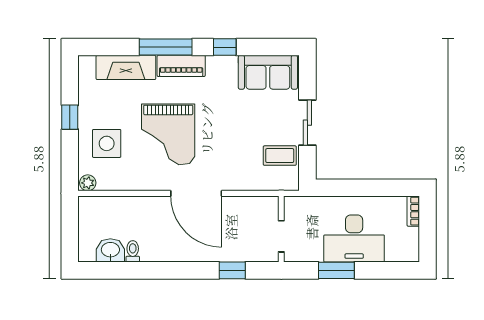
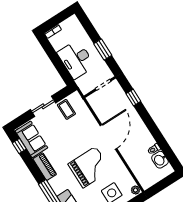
window: (225, 47) -> (19, 146), moved
piano: (181, 66) -> (45, 167), moved
desk: (354, 239) -> (76, 59), moved, turned 180

